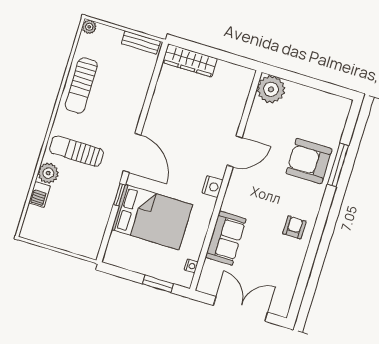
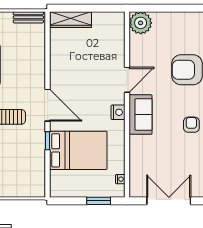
sofa: (226, 238) -> (141, 115), moved

